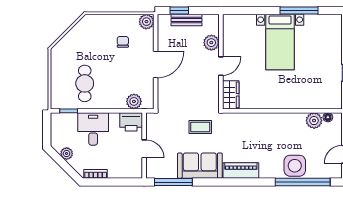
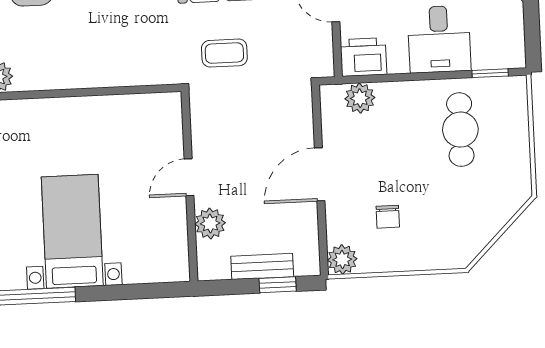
wardrobe: (231, 95) -> (166, 120), removed

